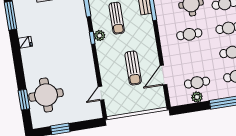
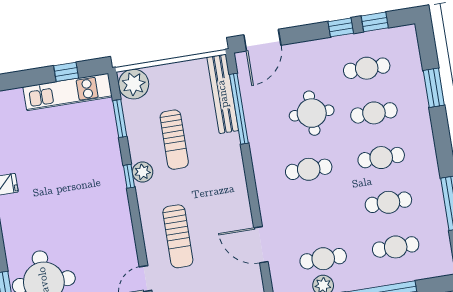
sun lounger: (133, 68) -> (178, 236), moved
door: (163, 75) -> (261, 245), hinge flipped

